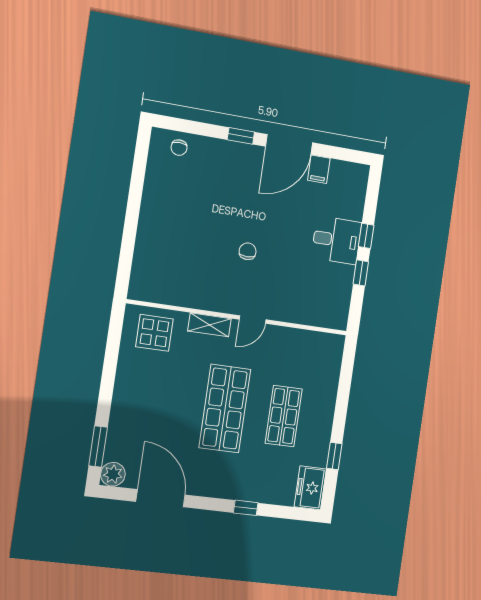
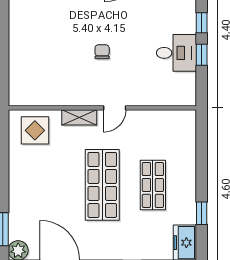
desk: (337, 240) -> (176, 53), moved

